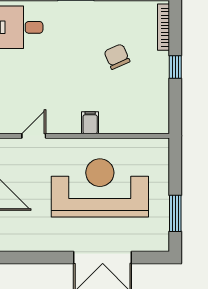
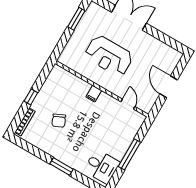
door: (34, 136) -> (128, 104), swing flipped
reception desk: (100, 188) -> (109, 56), width x0.74, depth x0.77

